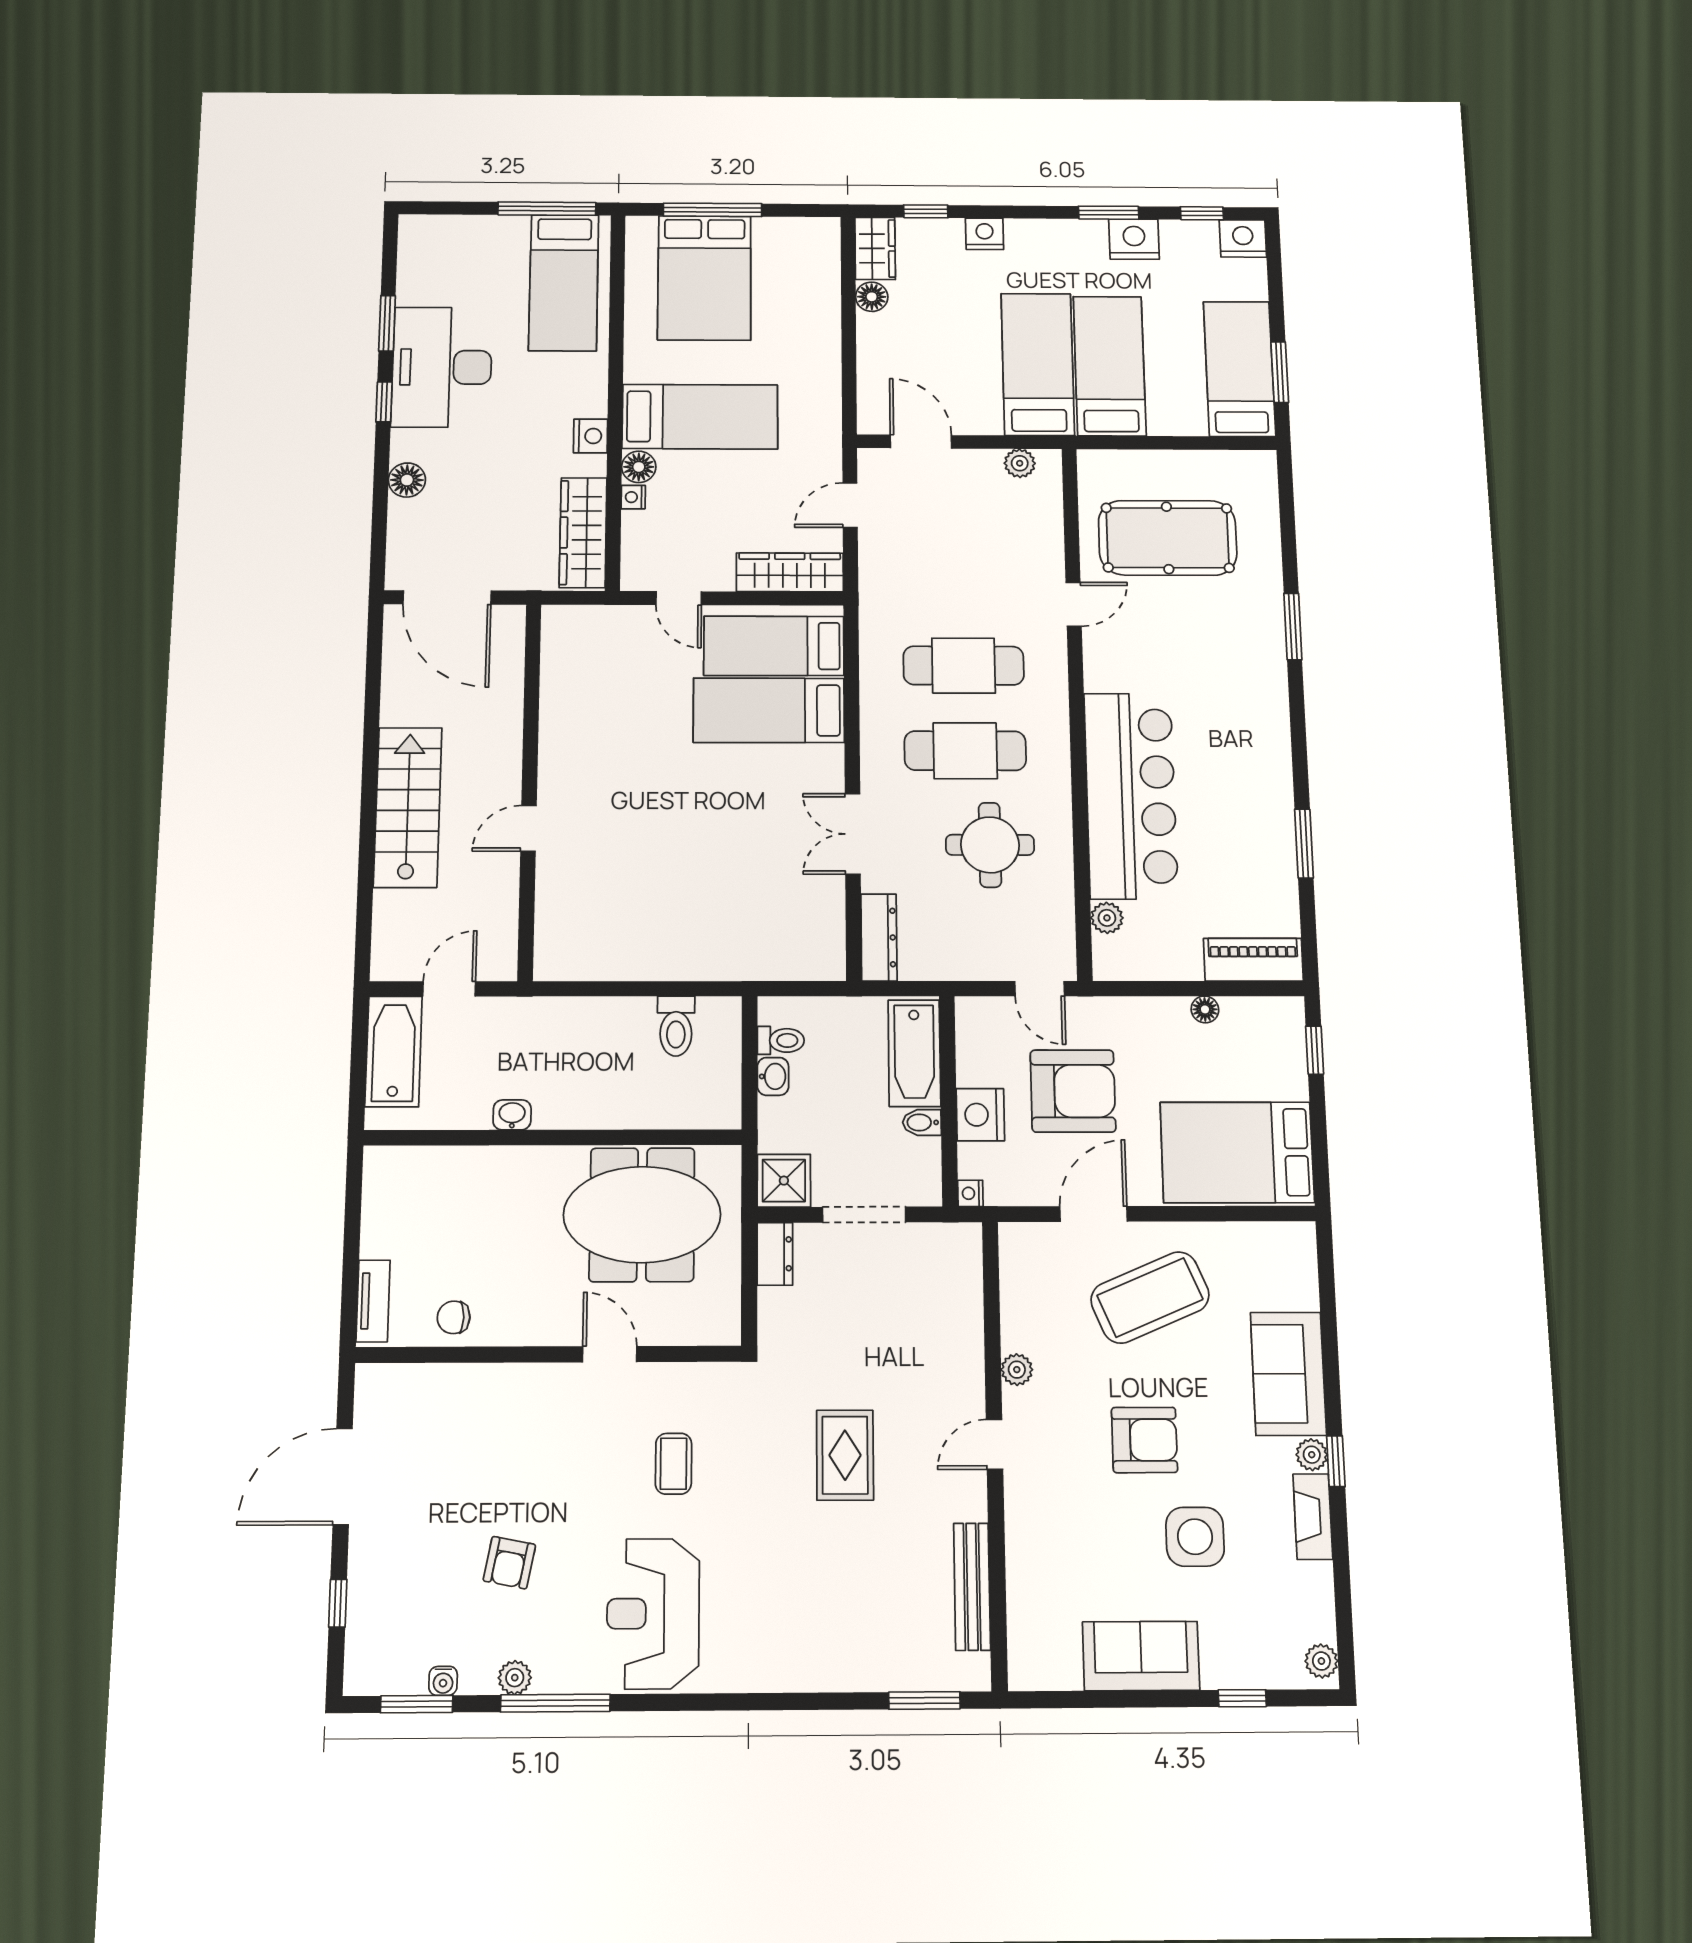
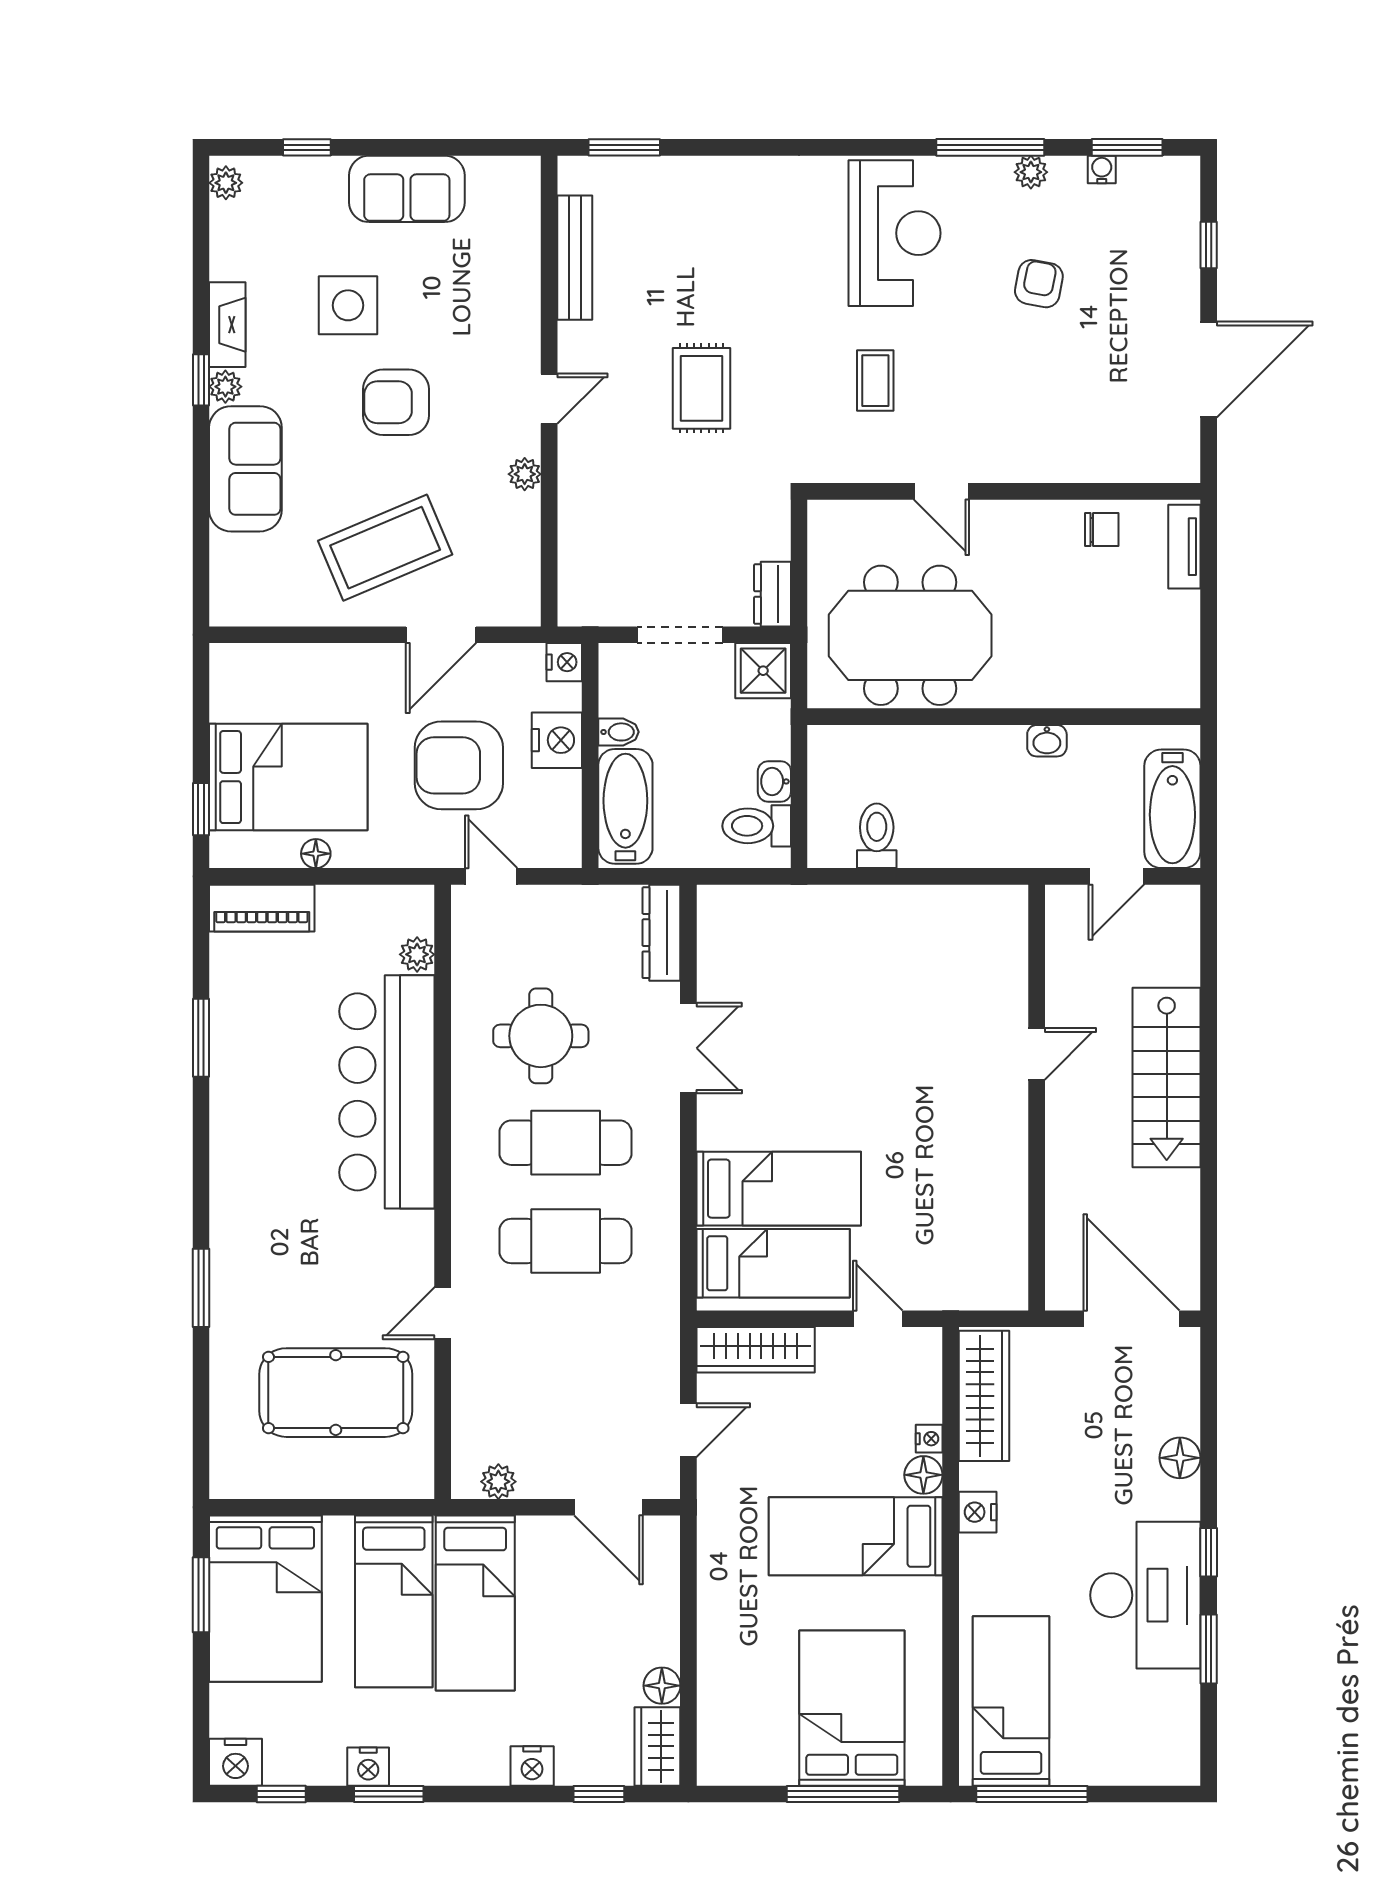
nightstand: (1134, 239) -> (368, 1767), width x0.74, depth x0.75
bed: (1239, 369) -> (265, 1599), width x1.50
toilet: (781, 1040) -> (757, 826), width x1.37, depth x1.39
bed: (1237, 1152) -> (288, 777), moved
nightstand: (970, 1193) -> (564, 662), width x1.39, depth x1.35

